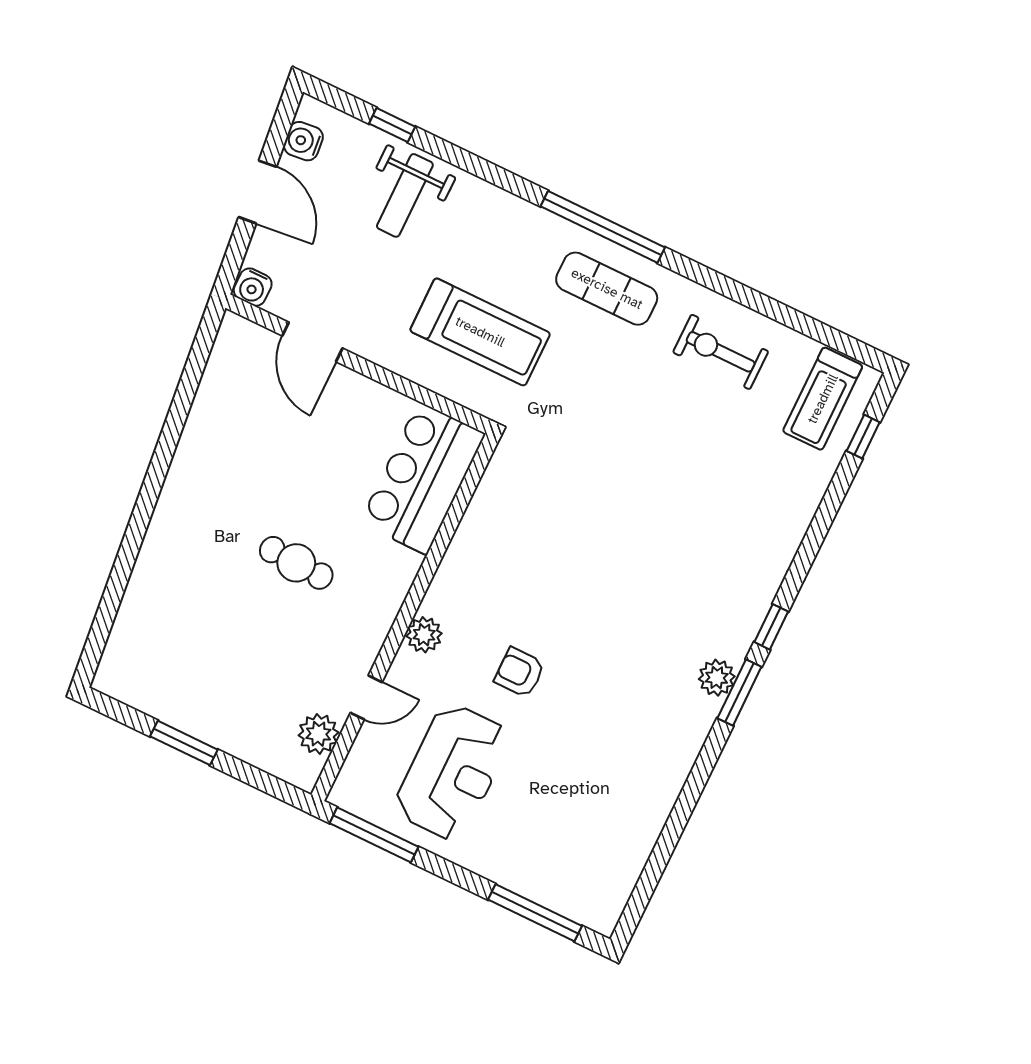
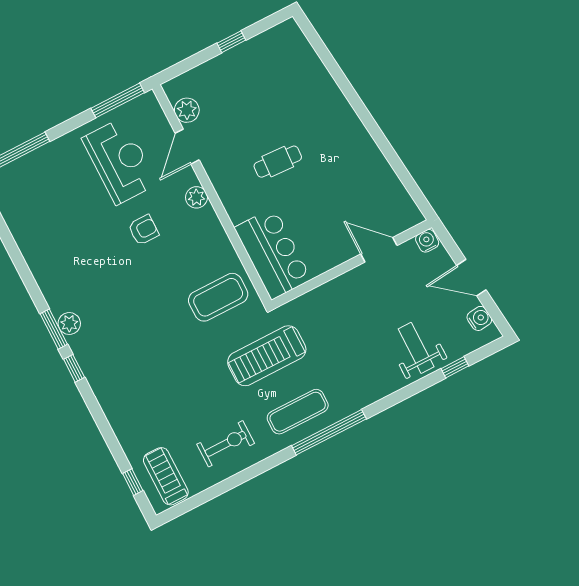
treadmill: (480, 332) -> (267, 356), moved
coffee table: (534, 507) -> (218, 297), added
door: (366, 697) -> (187, 147), width x1.38
window: (184, 743) -> (231, 42), width x0.67
reception desk: (452, 772) -> (120, 161), turned 180

